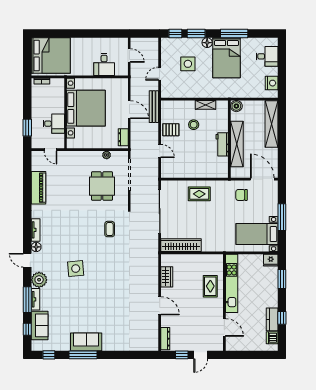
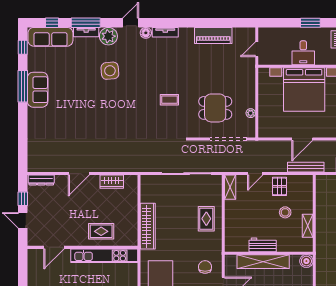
desk: (54, 124) -> (303, 53), moved
window: (27, 128) -> (310, 23), moved
dresser: (123, 137) -> (271, 132), removed
shelving: (171, 173) -> (230, 187), added
coffee table: (110, 229) -> (169, 100), moved
wardrobe: (181, 245) -> (148, 226), moved
side table: (76, 269) -> (110, 71), moved
sofa: (40, 325) -> (50, 37), width x1.36

